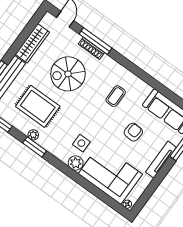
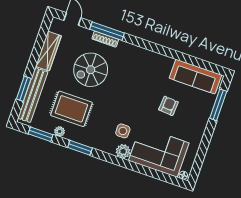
coffee table: (116, 96) -> (142, 77), removed
plant: (33, 135) -> (60, 131), moved
tv unit: (161, 160) -> (202, 124), removed

